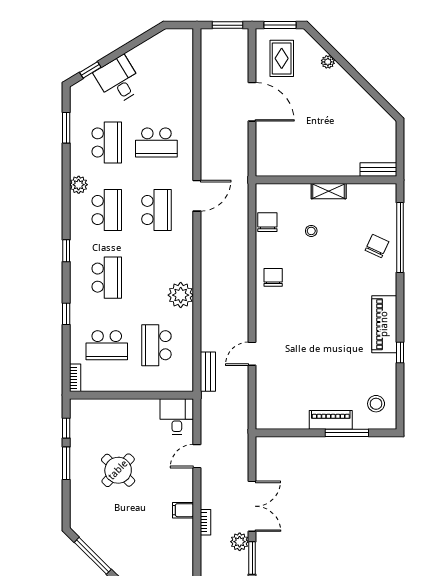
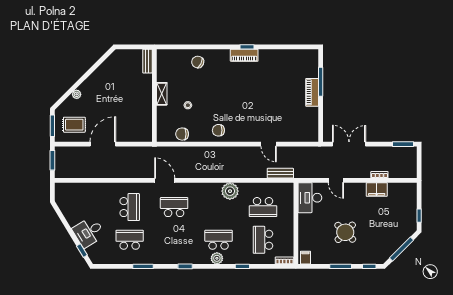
window: (66, 128) -> (143, 266), moved
plant: (79, 185) -> (217, 258), moved
school desk: (107, 210) -> (174, 240), removed
window: (400, 238) -> (192, 47), removed
window: (66, 251) -> (185, 266), moved
piano: (384, 324) -> (244, 55), width x0.73, depth x0.75
school desk: (107, 345) -> (263, 240), turned 180
window: (400, 353) -> (247, 47), moved
stool: (376, 404) -> (301, 63), removed
filing cabinet: (80, 410) -> (305, 258), added
desk: (177, 416) -> (310, 198), width x1.37
window: (66, 428) -> (369, 266), moved
double door: (252, 506) -> (349, 144), moved
filing cabinet: (183, 510) -> (377, 190), width x2.00
plant: (240, 542) -> (392, 152), removed

